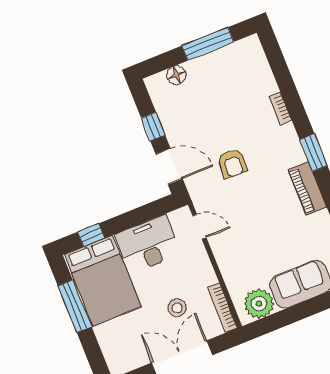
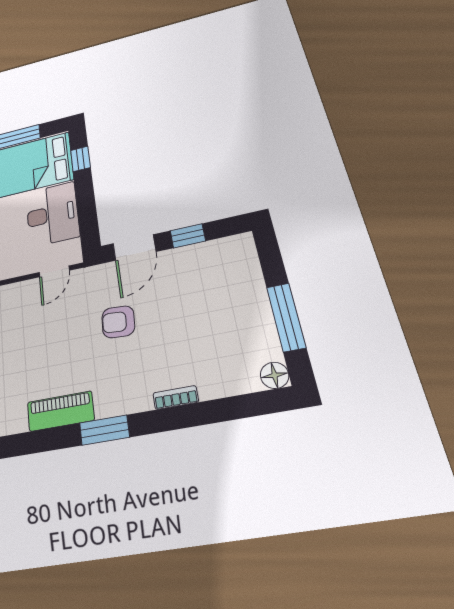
floor lamp: (176, 75) -> (275, 375), moved

